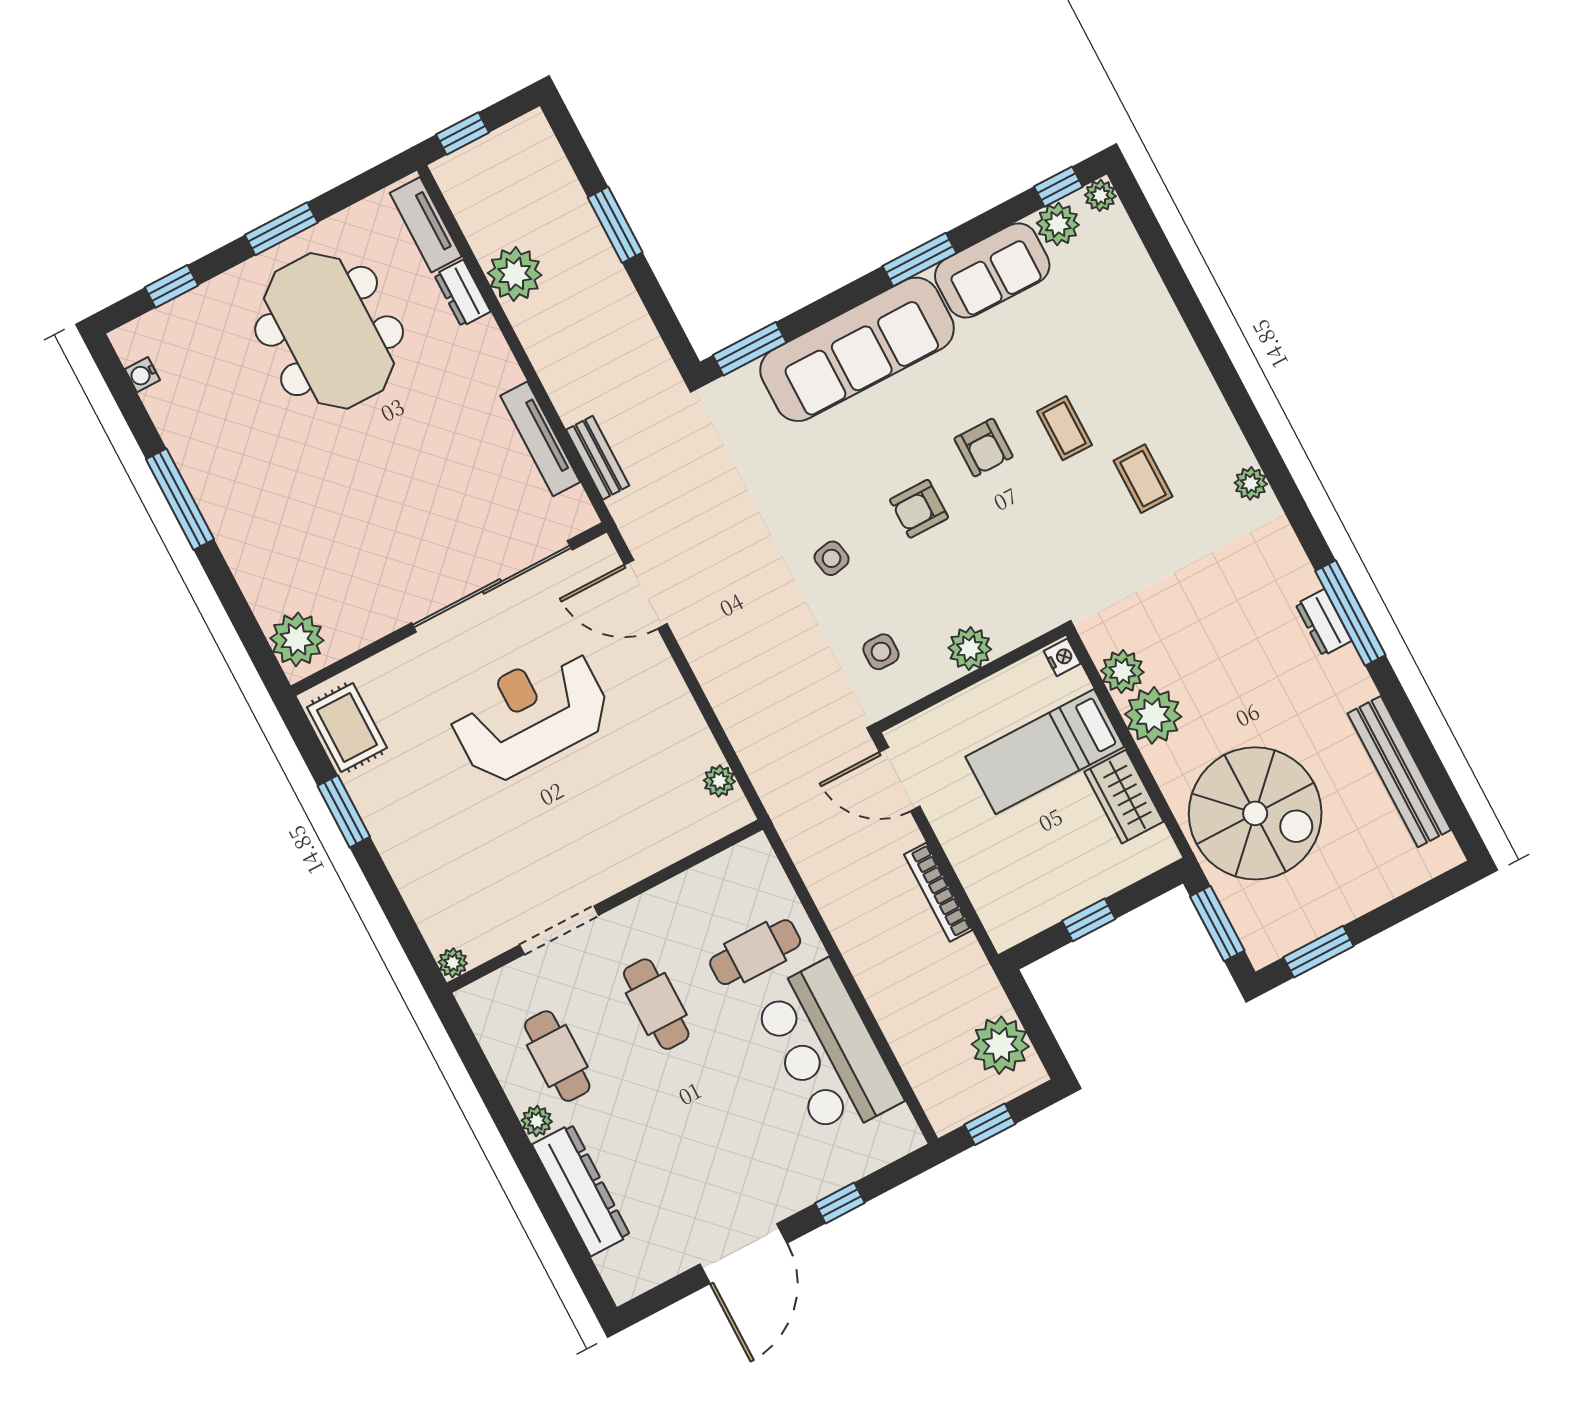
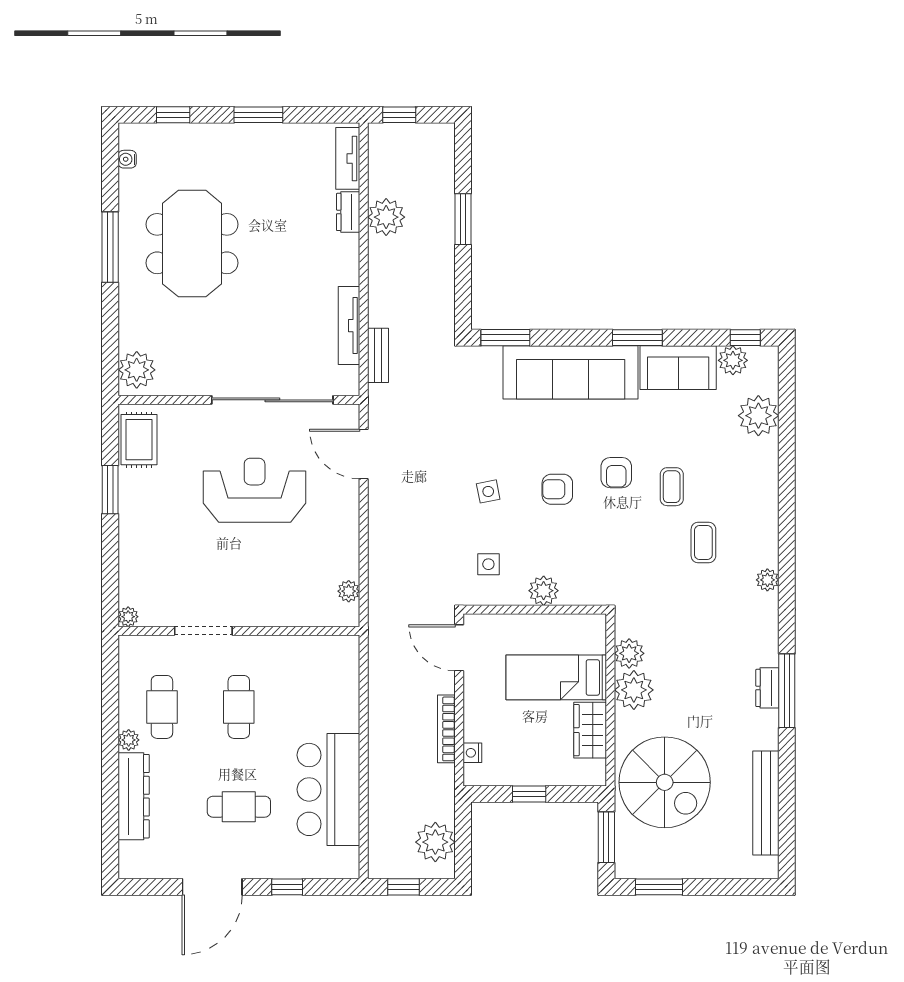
plant: (1100, 195) -> (758, 416), moved, width x1.88, depth x1.88
meeting table: (329, 331) -> (192, 244), moved
nightstand: (1062, 657) -> (472, 753), moved, turned 180
cafe table: (755, 952) -> (239, 807), moved

